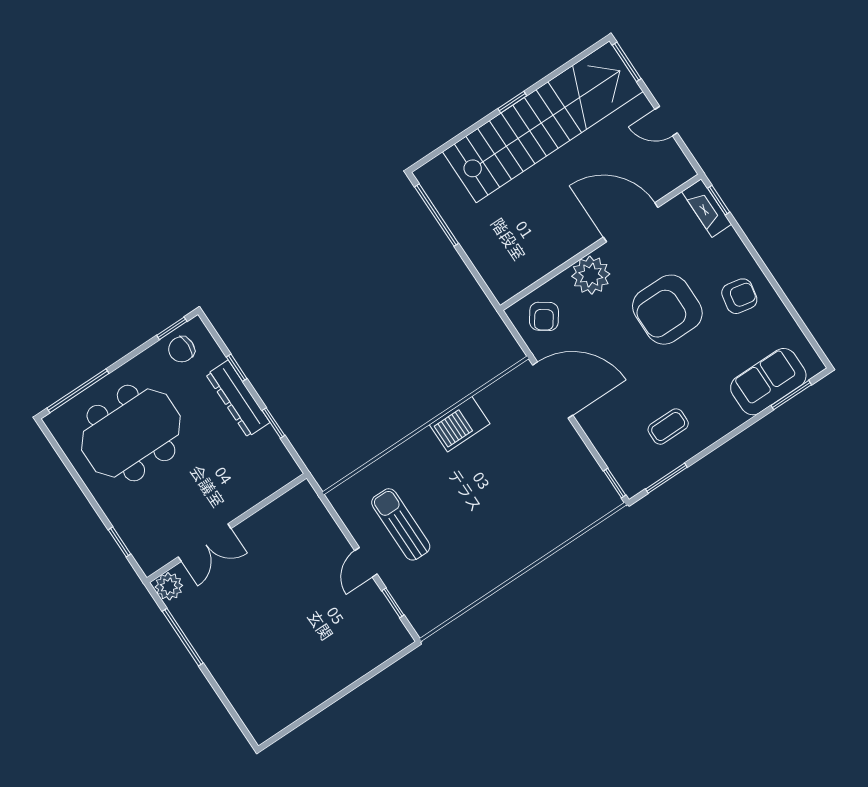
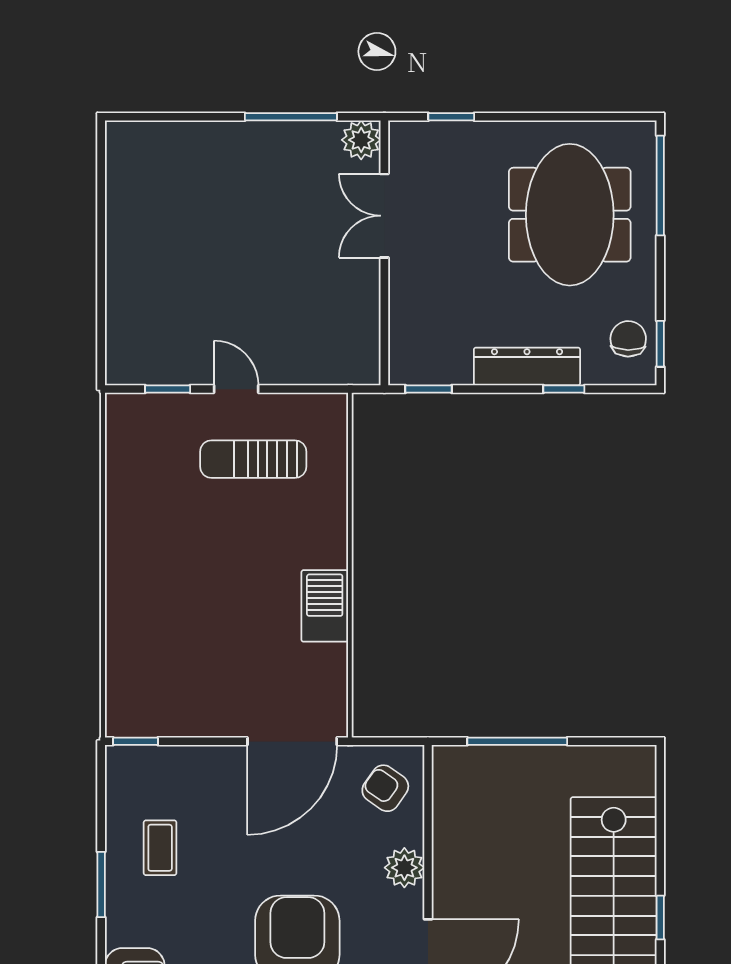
window: (437, 215) -> (517, 741), moved
plant: (591, 275) -> (404, 868), width x0.73, depth x0.73
window: (273, 423) -> (429, 389), moved
window: (666, 478) -> (101, 884), moved
sun lounger: (401, 524) -> (253, 459), turned 180

